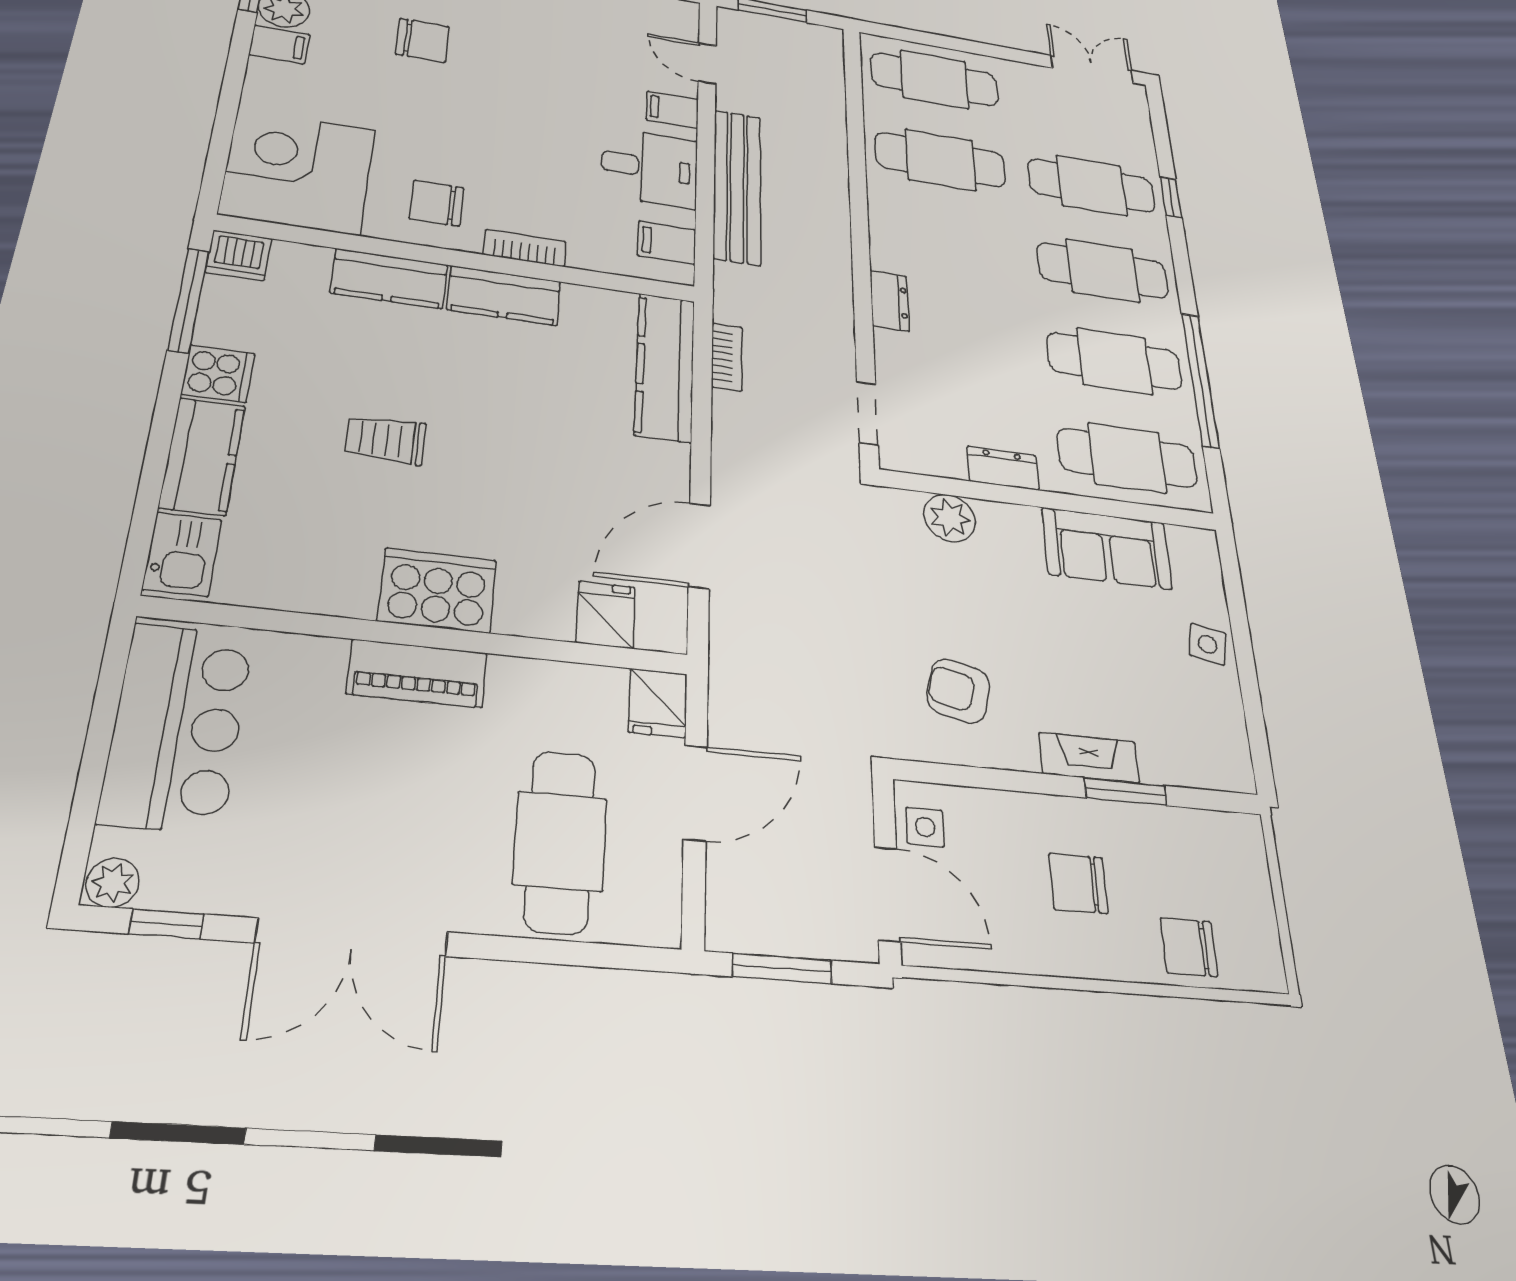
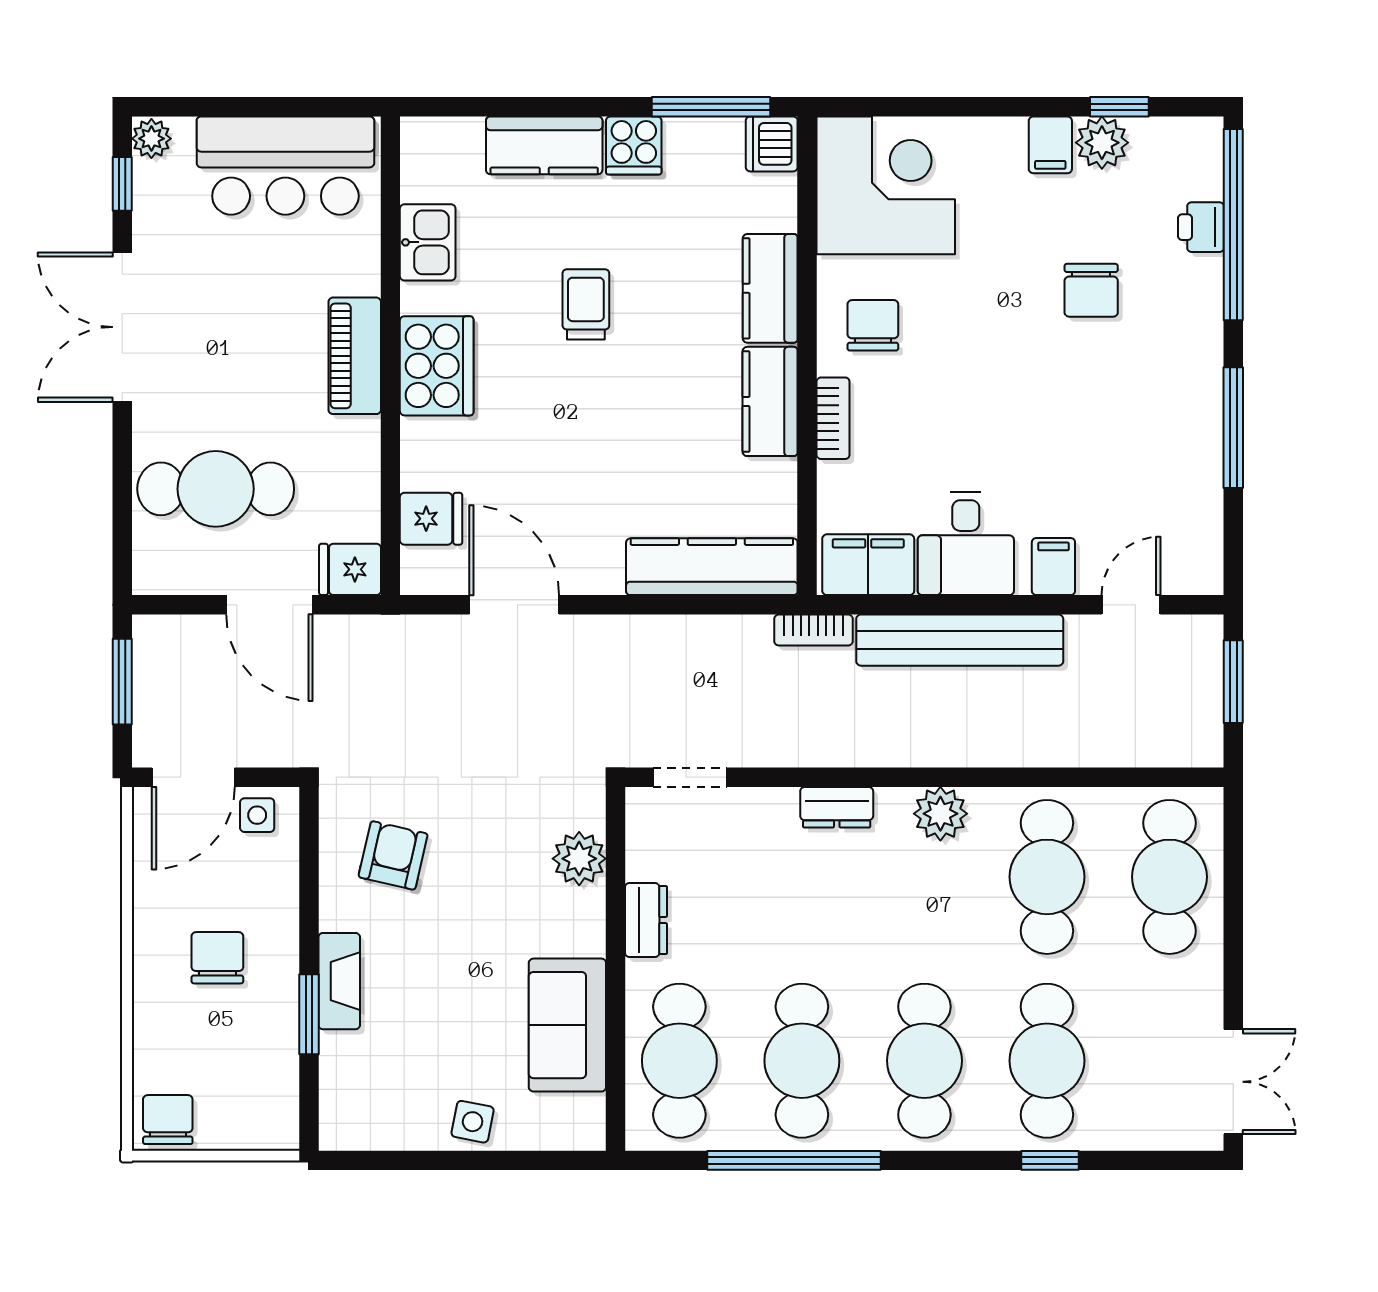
plant: (891, 225) -> (940, 814), added
filing cabinet: (667, 243) -> (868, 565), width x2.00
bookcase: (727, 357) -> (814, 630), moved
kitchen sink: (182, 554) -> (428, 242), moved, turned -90
chair: (1189, 947) -> (168, 1120), moved

